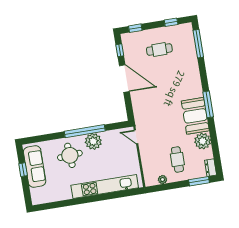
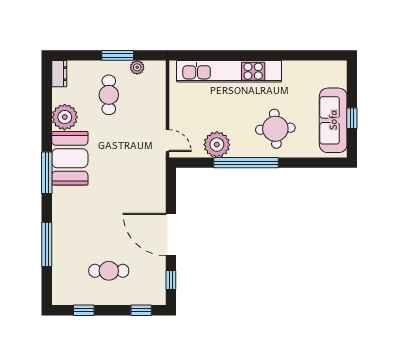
window: (198, 44) -> (47, 244), moved
plant: (93, 141) -> (217, 145), moved
window: (199, 181) -> (118, 55), moved

